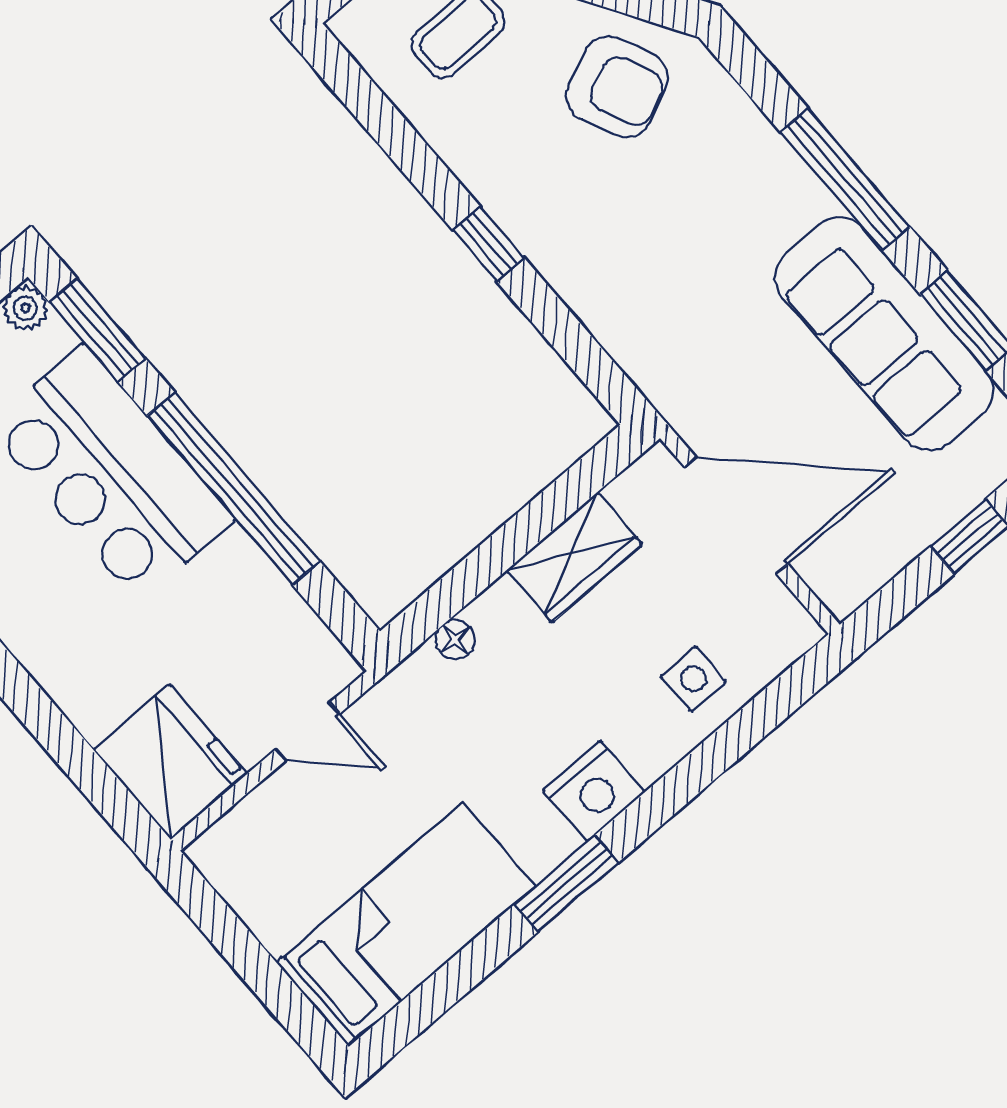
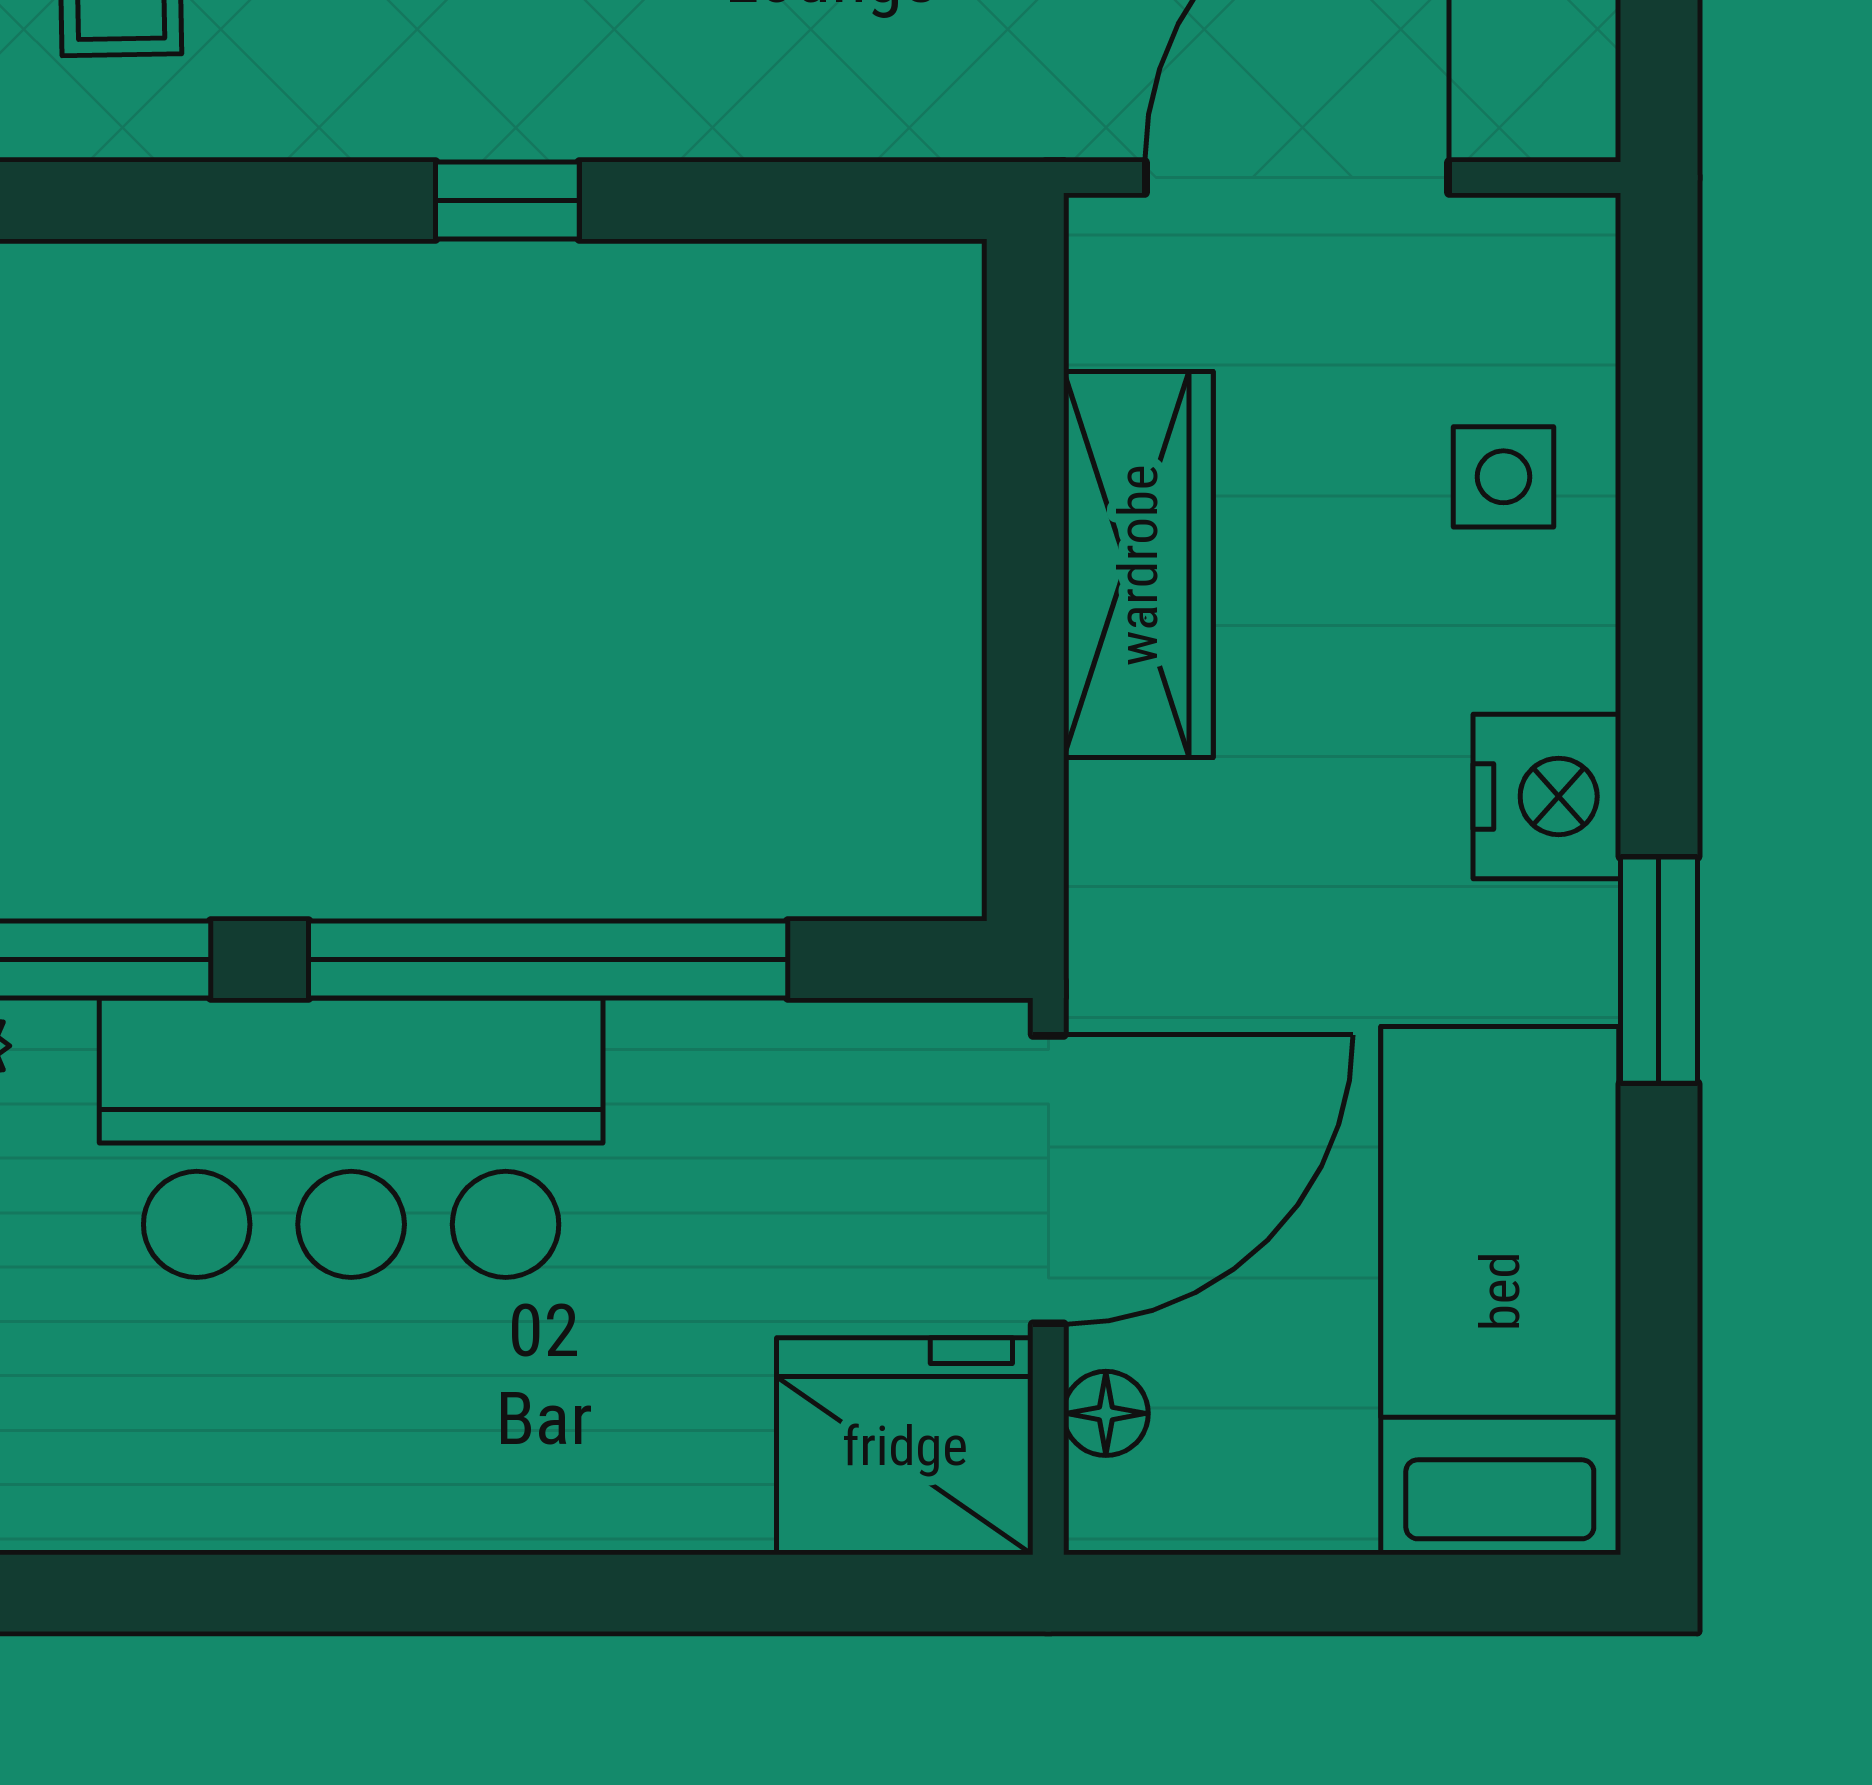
wardrobe: (574, 557) -> (1138, 565), width x1.50
floor lamp: (455, 640) -> (1106, 1413), moved
door: (308, 732) -> (1048, 1180), width x1.88

